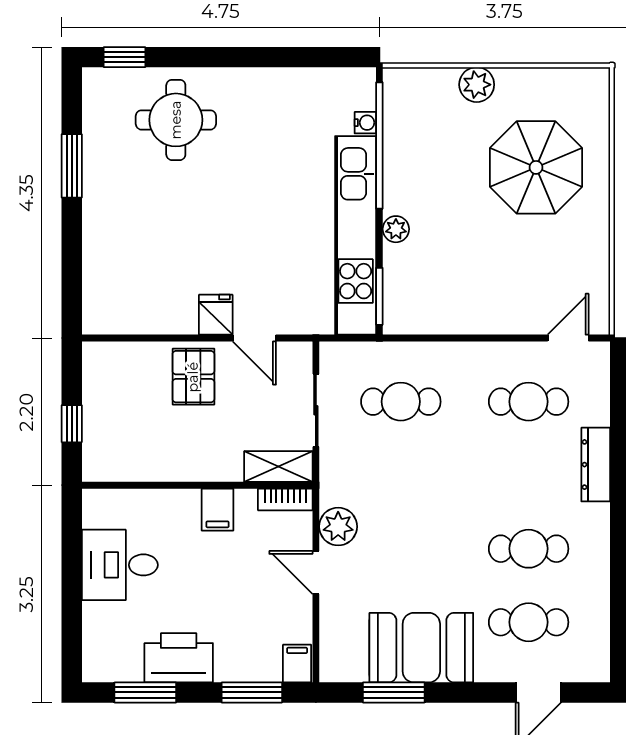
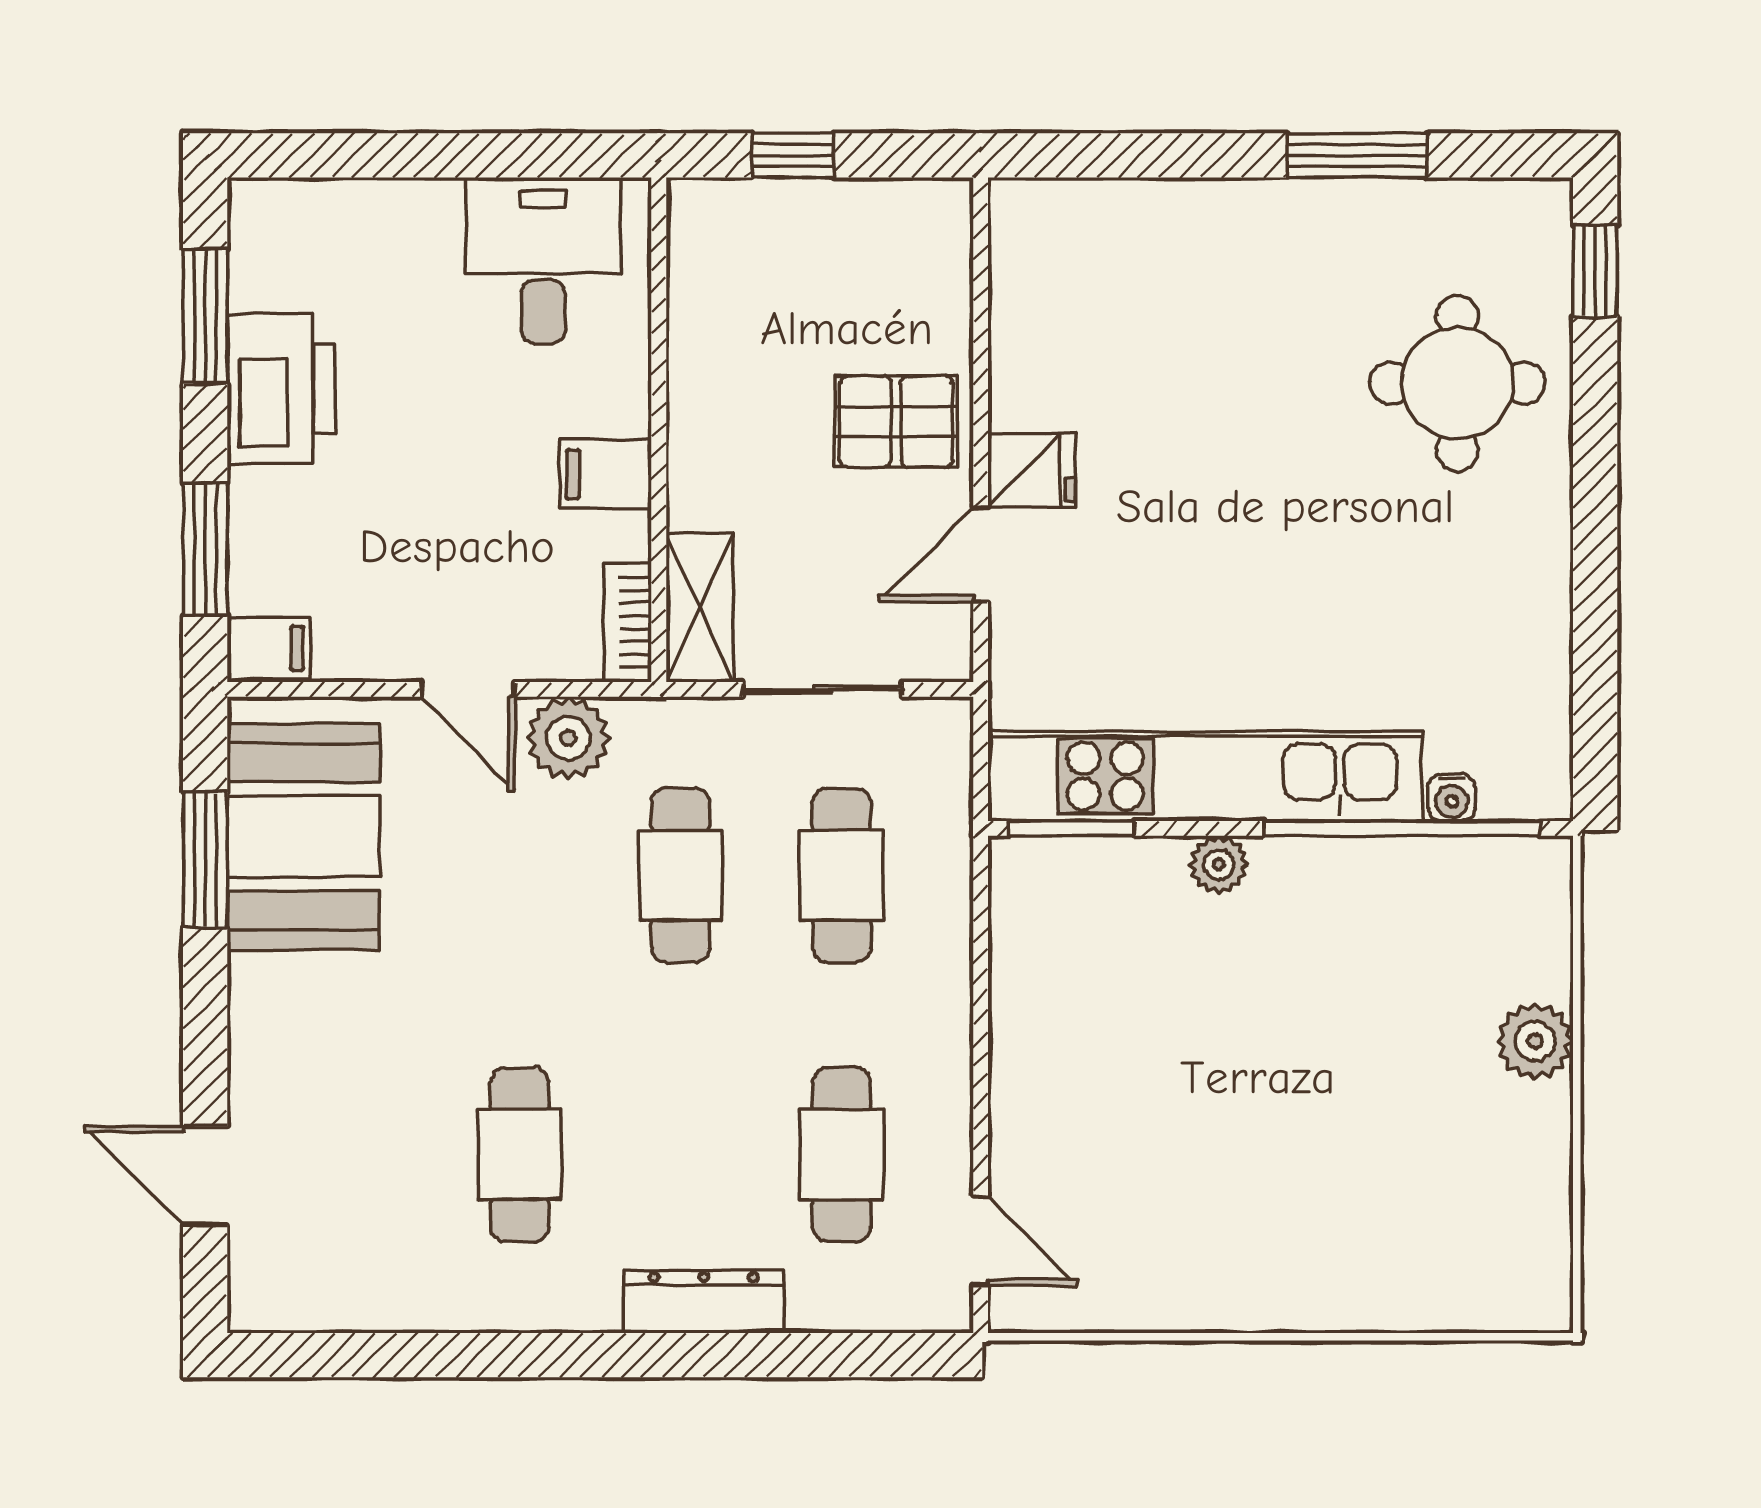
parasol: (536, 167) -> (1354, 1171), removed
desk: (120, 565) -> (543, 260), moved
door: (316, 573) -> (468, 689), swing flipped
cafe table: (529, 622) -> (681, 875), moved
booth: (421, 648) -> (303, 837), moved

